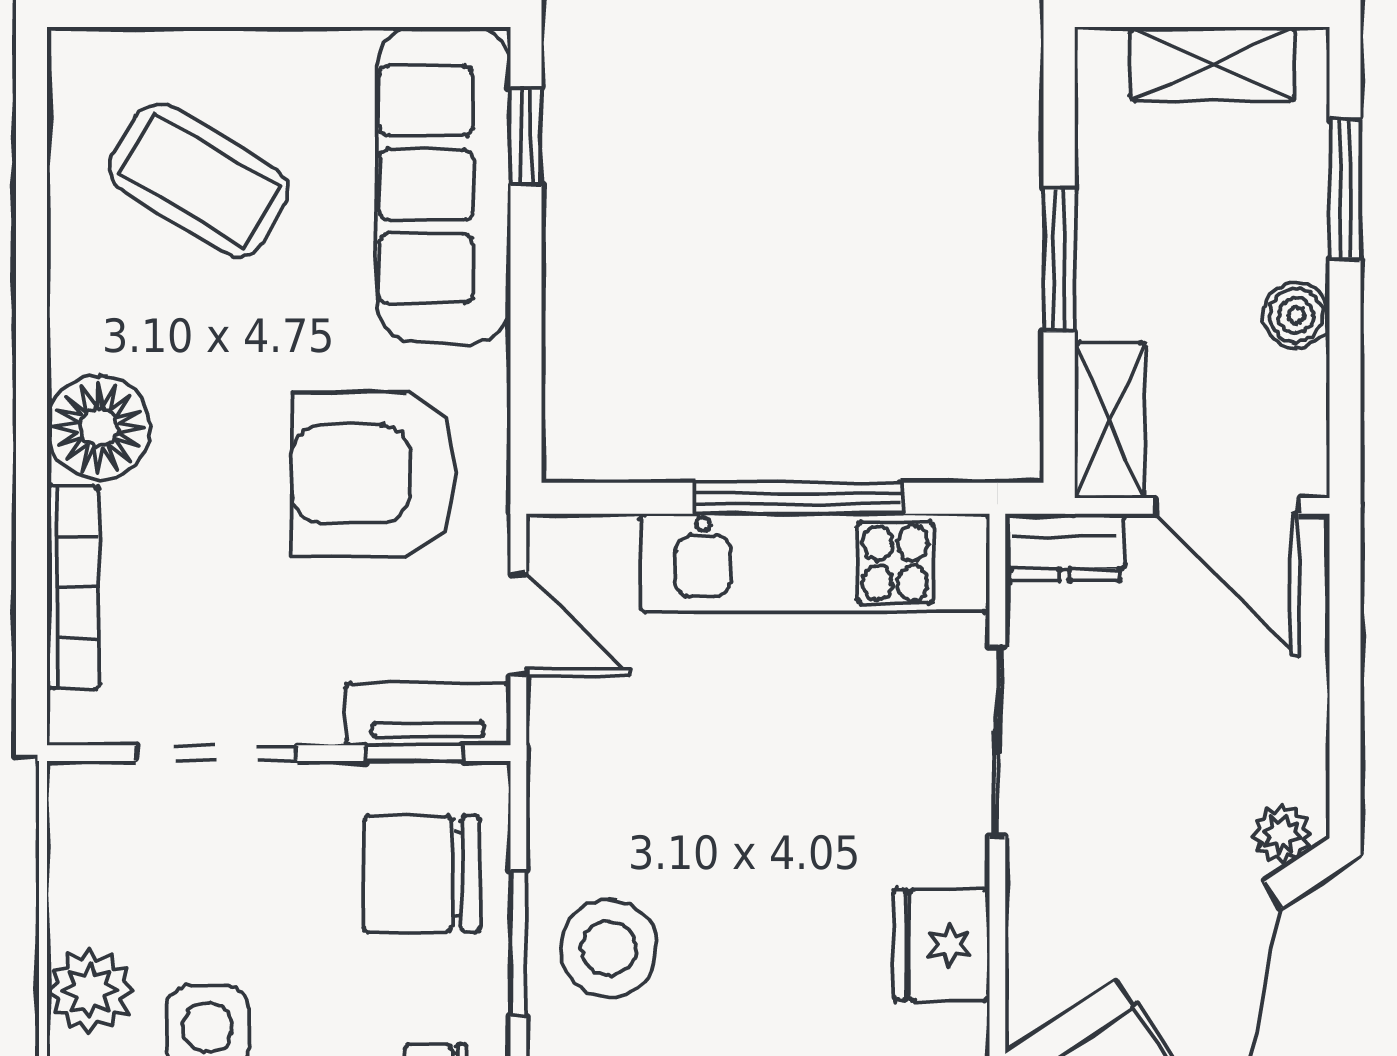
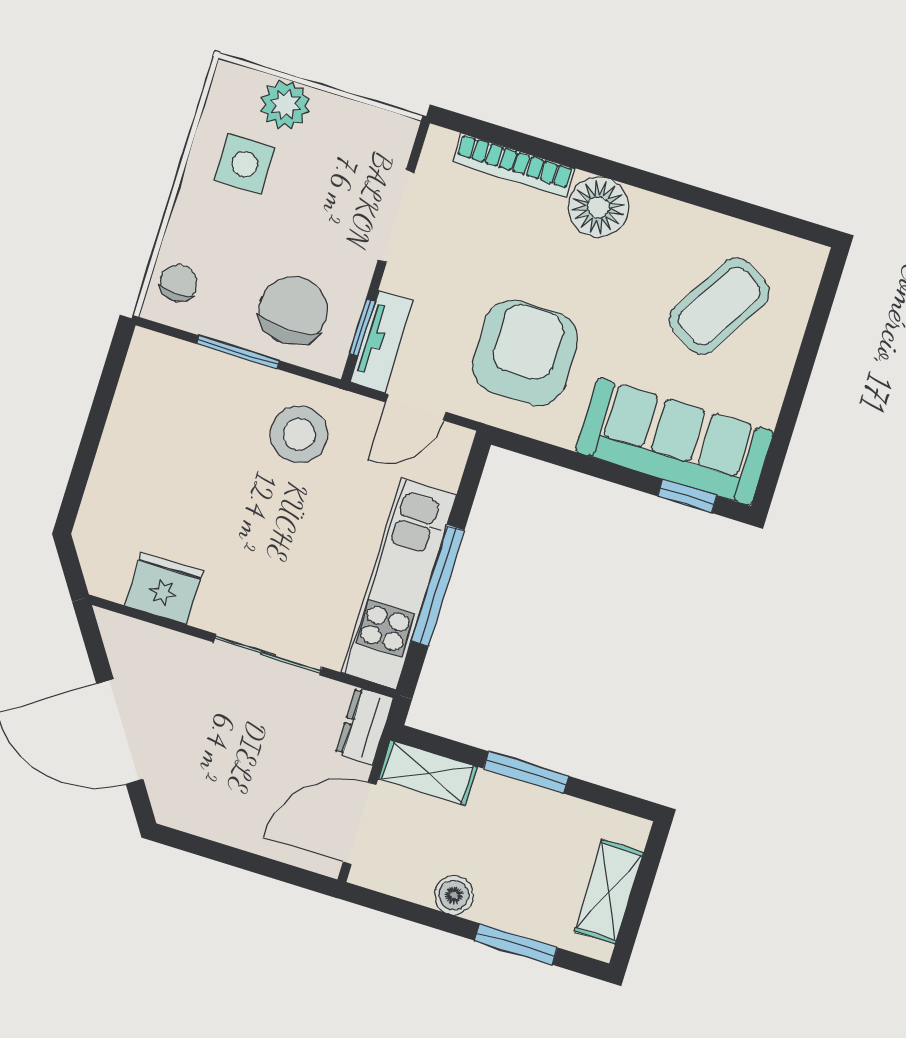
plant: (1282, 834) -> (167, 797), removed
stool: (609, 948) -> (299, 434), moved

